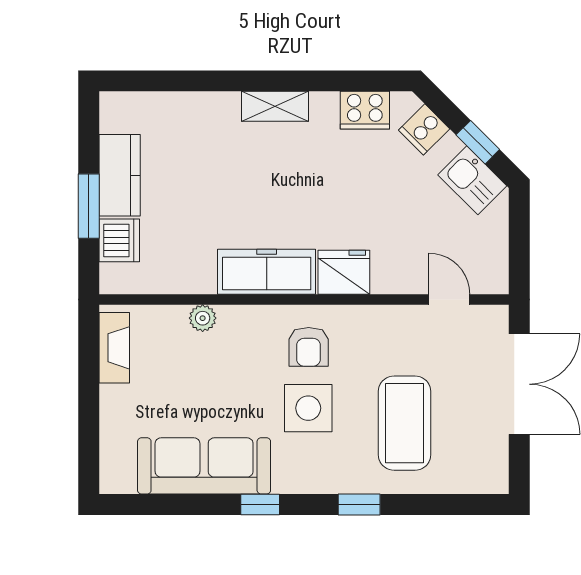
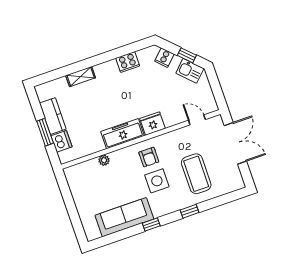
shelving: (275, 106) -> (81, 77), moved
cooker: (365, 110) -> (128, 62), moved
fireplace: (114, 348) -> (74, 183), removed

